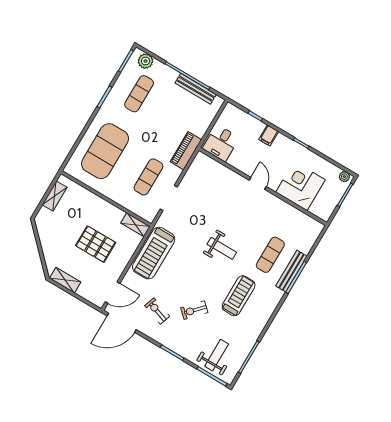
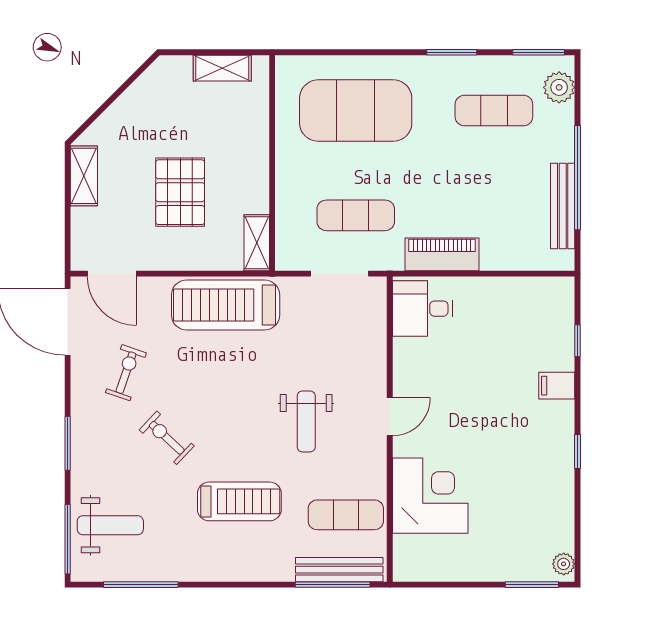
desk: (221, 143) -> (423, 309), moved
door: (258, 183) -> (390, 417), moved
wall: (263, 186) -> (390, 429), moved
corner desk: (300, 186) -> (430, 496), moved

